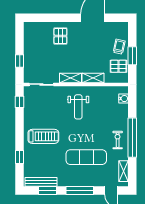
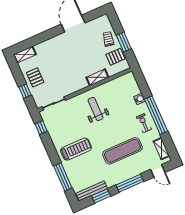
pallet: (60, 36) -> (35, 77), moved
shelving: (71, 78) -> (25, 55), moved
water cooler: (124, 99) -> (140, 99), moved
weight bench: (78, 107) -> (96, 109), turned 180
window: (20, 157) -> (63, 177), width x2.17

